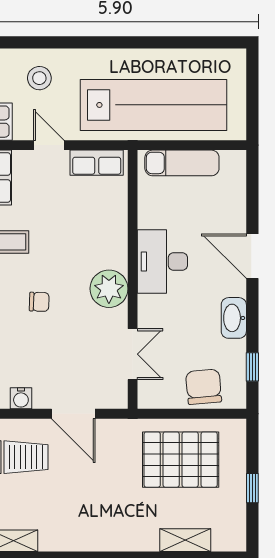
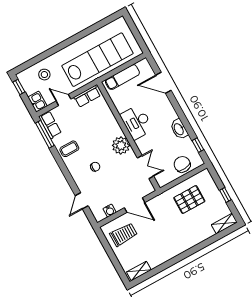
door: (252, 256) -> (163, 83), moved
pallet: (181, 460) -> (189, 200), width x0.73, depth x0.71
shelving: (185, 540) -> (224, 224), moved

